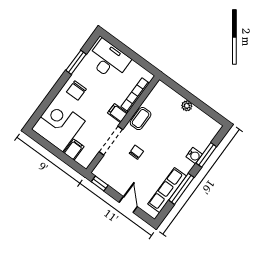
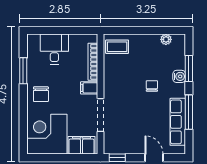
desk: (109, 60) -> (54, 49), width x0.73
plant: (187, 106) -> (166, 39), moved
coffee table: (141, 119) -> (117, 47), moved, turned 90
filing cabinet: (74, 150) -> (82, 145), width x2.00
chair: (136, 152) -> (152, 86), moved

